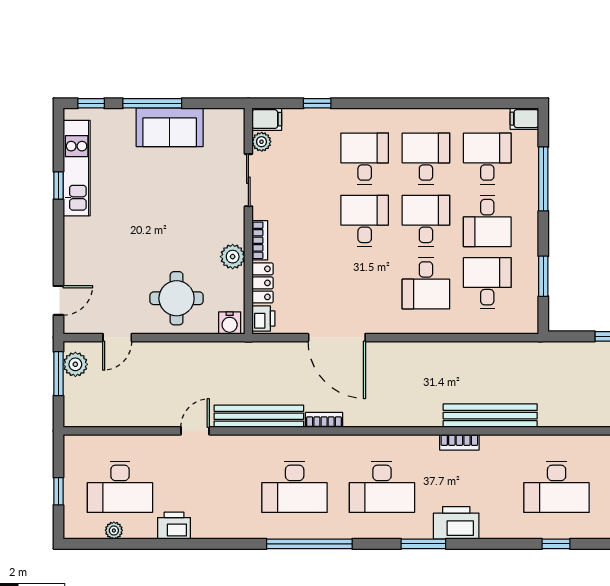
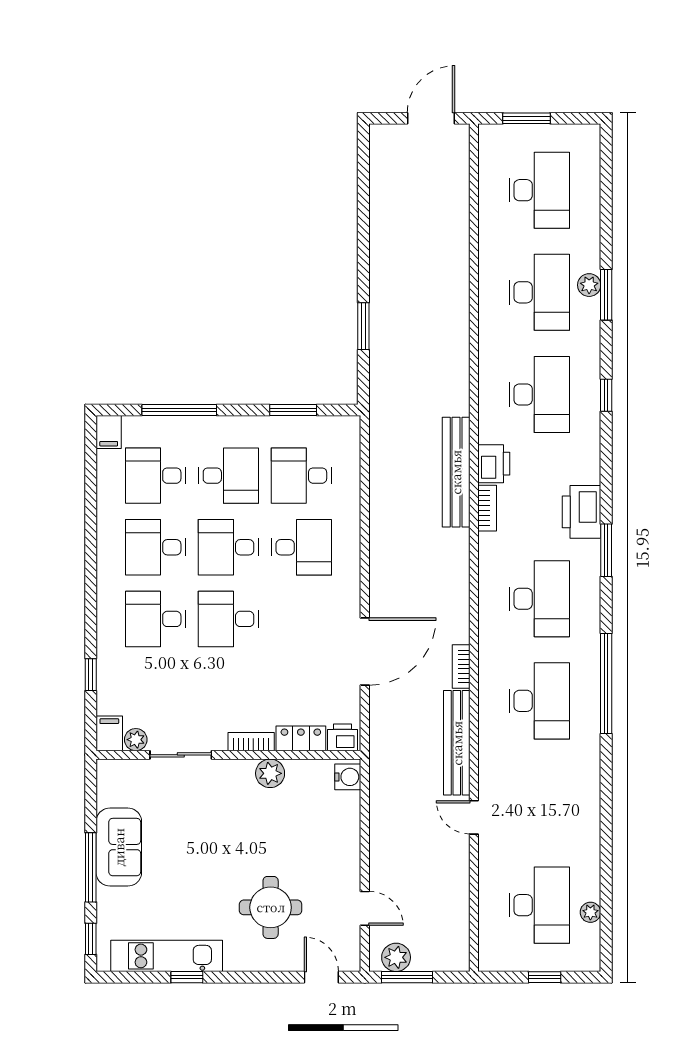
round table: (177, 298) -> (271, 907), moved
printer: (174, 526) -> (494, 464), moved, turned 180

